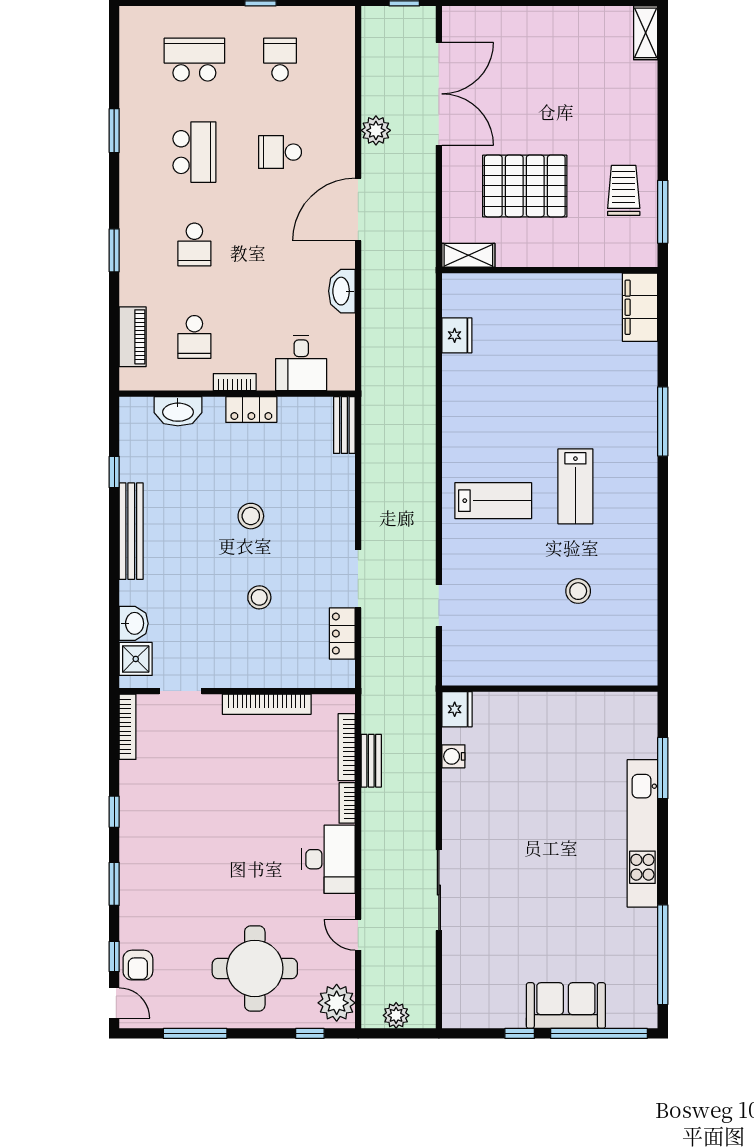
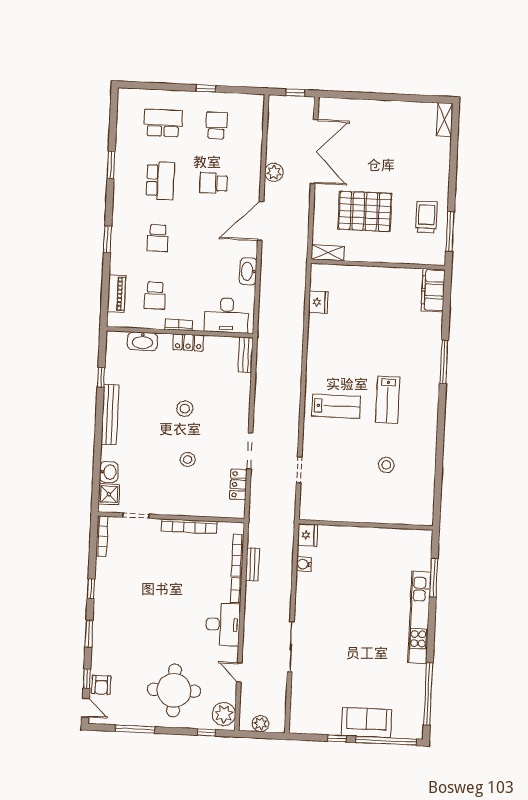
desk: (301, 363) -> (227, 315), width x1.37

